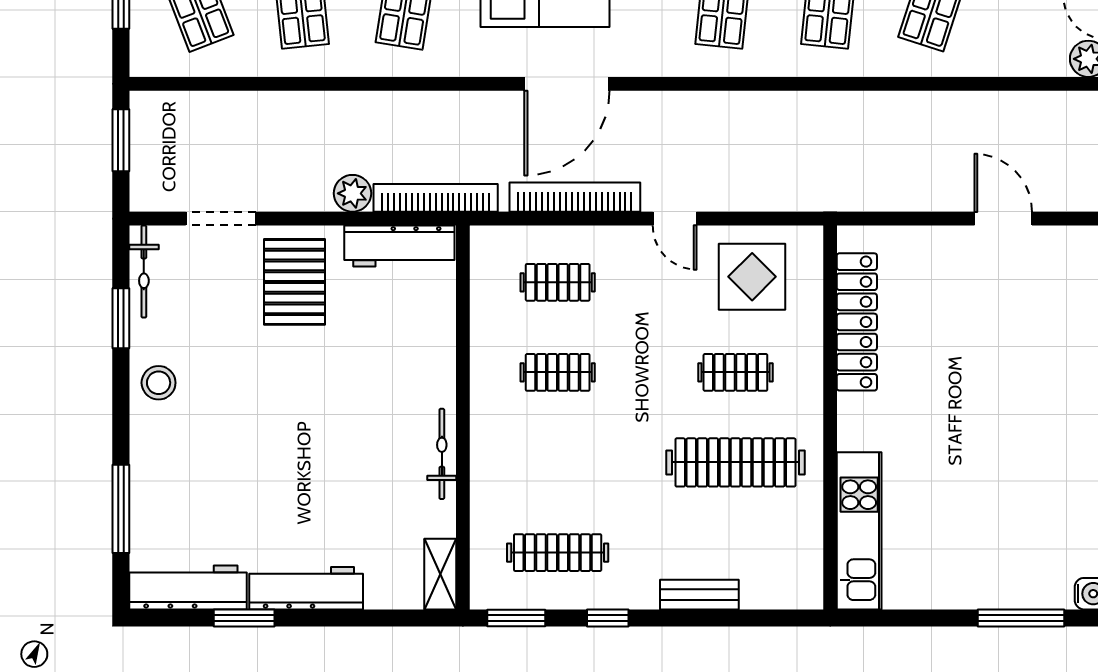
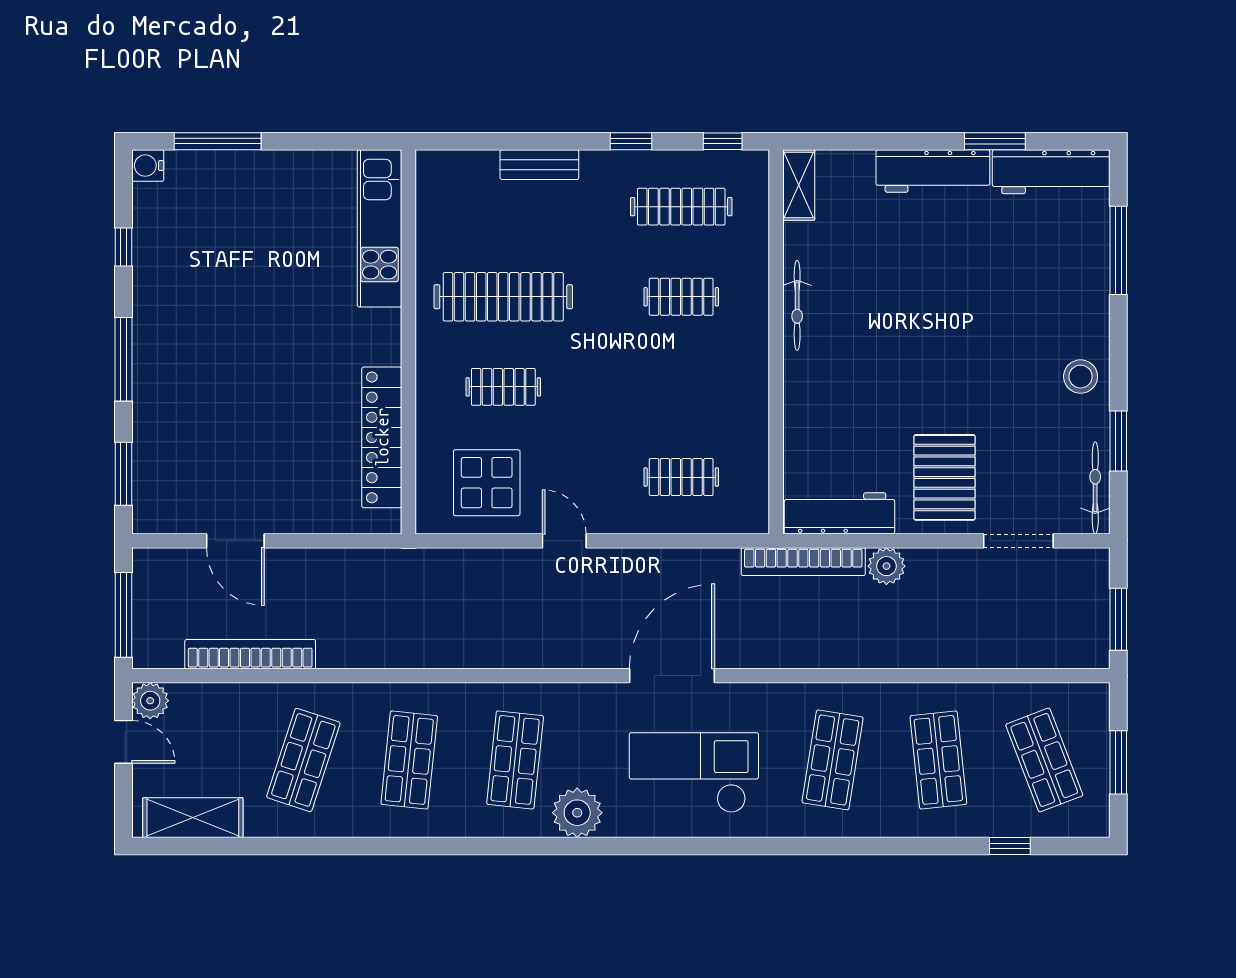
bookcase: (575, 197) -> (250, 654), moved, turned 180
clothes rail: (558, 372) -> (681, 297), moved
window: (516, 618) -> (723, 141), width x0.67

